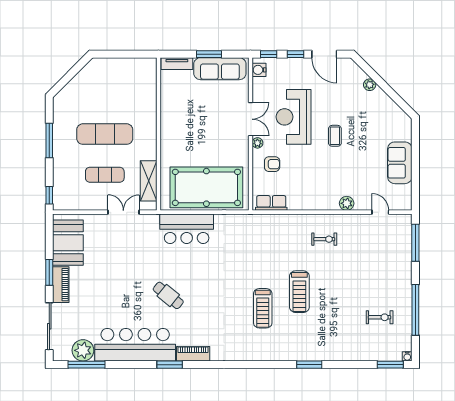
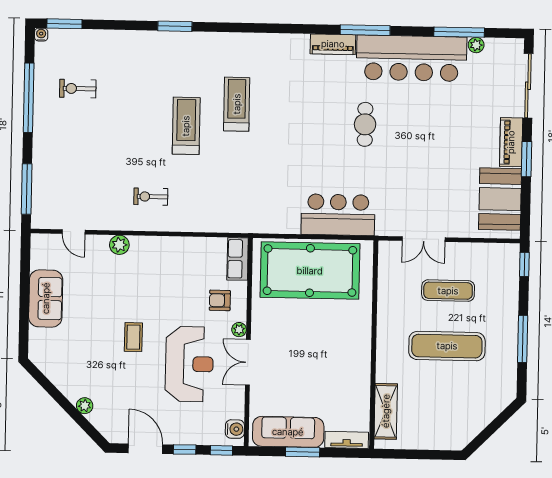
shelving: (149, 181) -> (386, 411), moved
row of seats: (271, 203) -> (238, 259), moved, turned 90
cafe table: (168, 295) -> (365, 124), turned 51
plant: (83, 350) -> (476, 45), width x0.53, depth x0.53
window: (86, 365) -> (459, 32), moved
window: (170, 365) -> (365, 30), width x1.44

